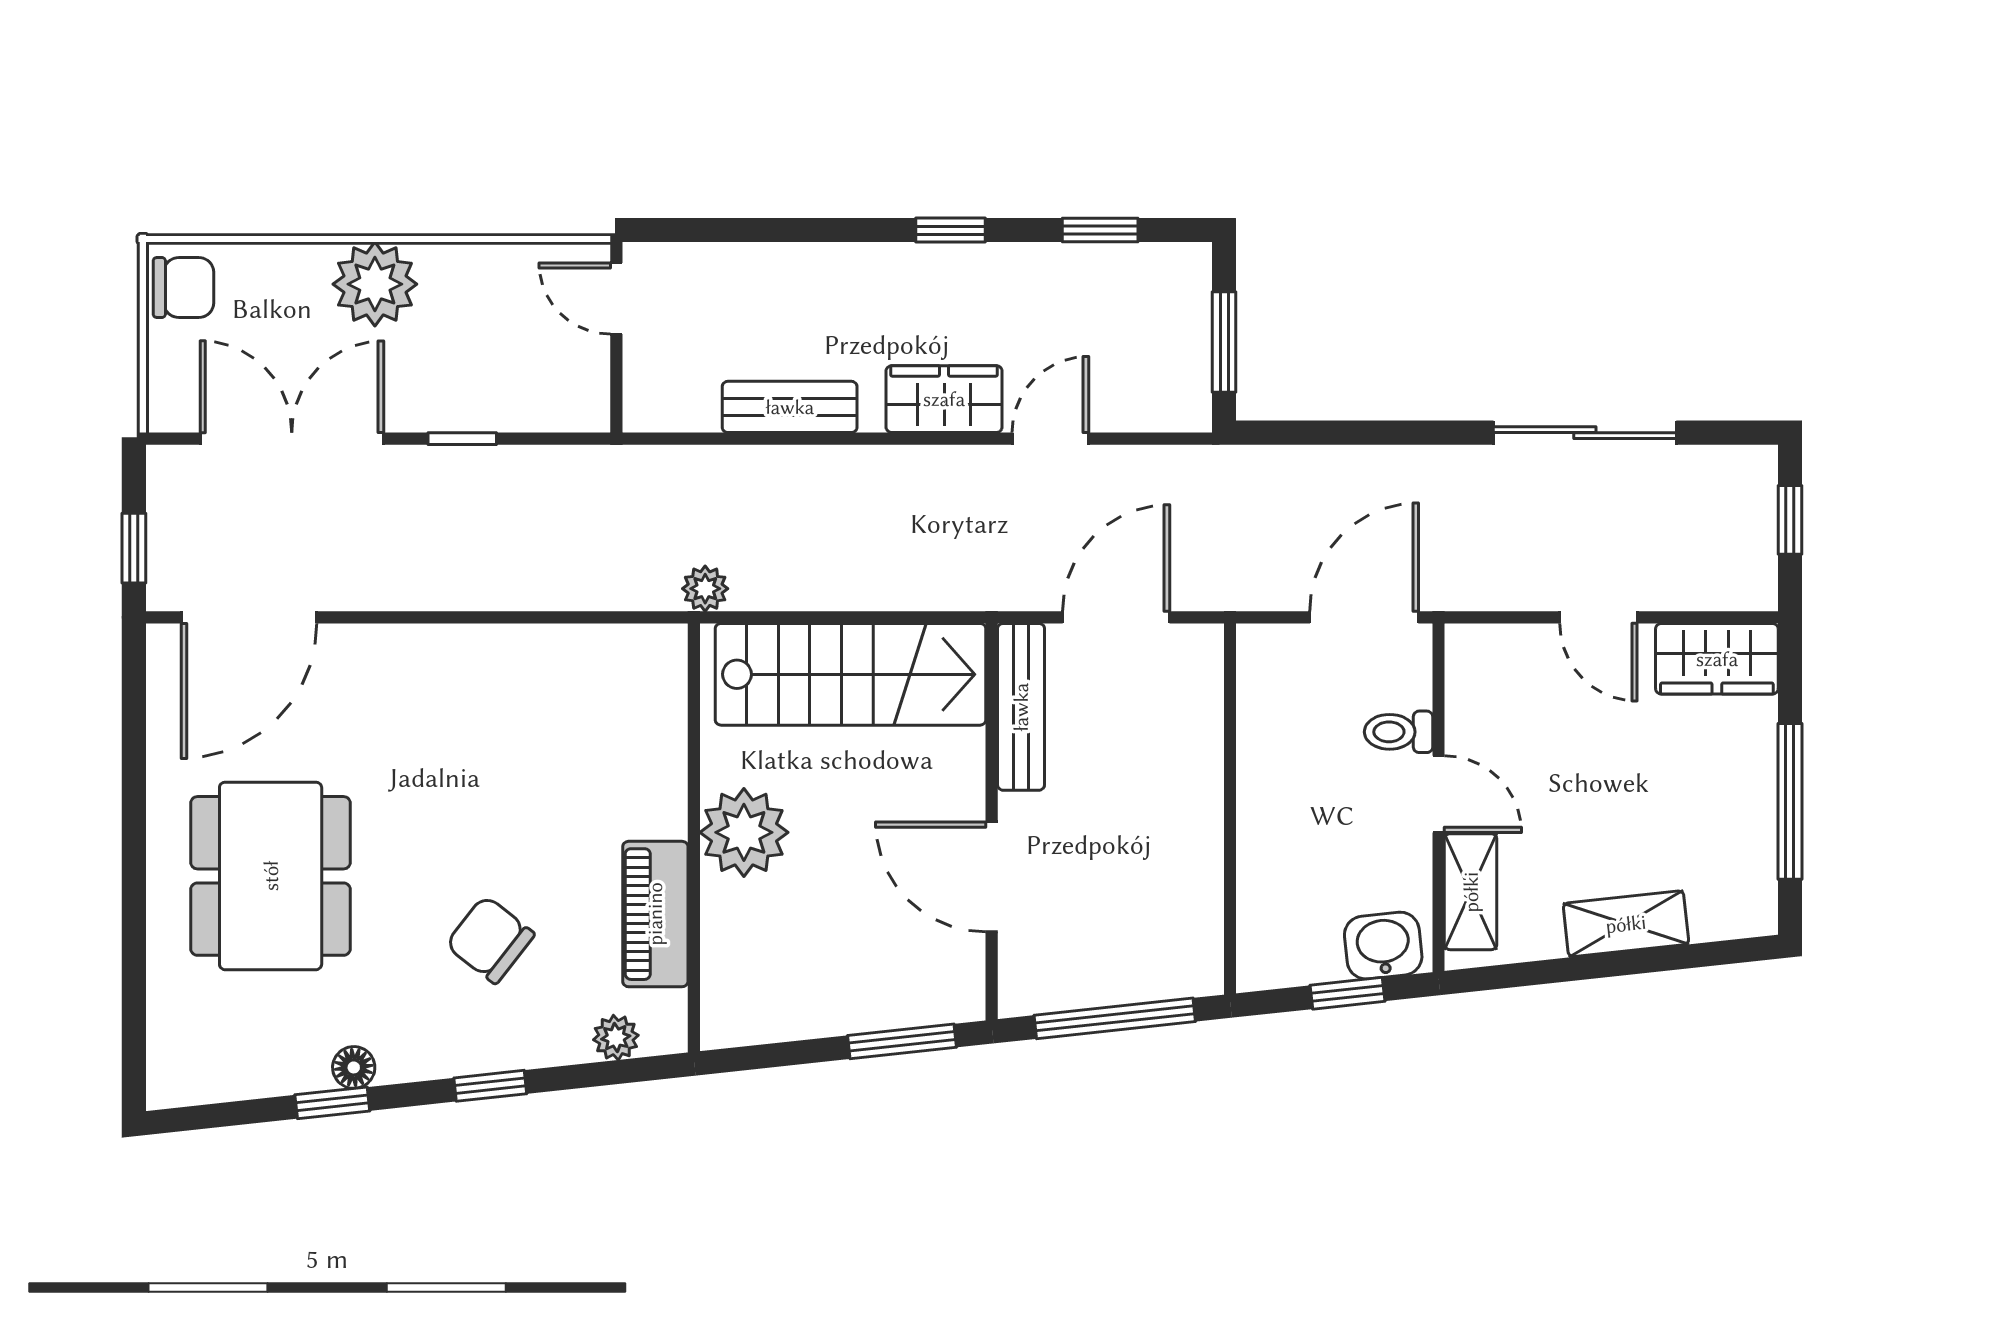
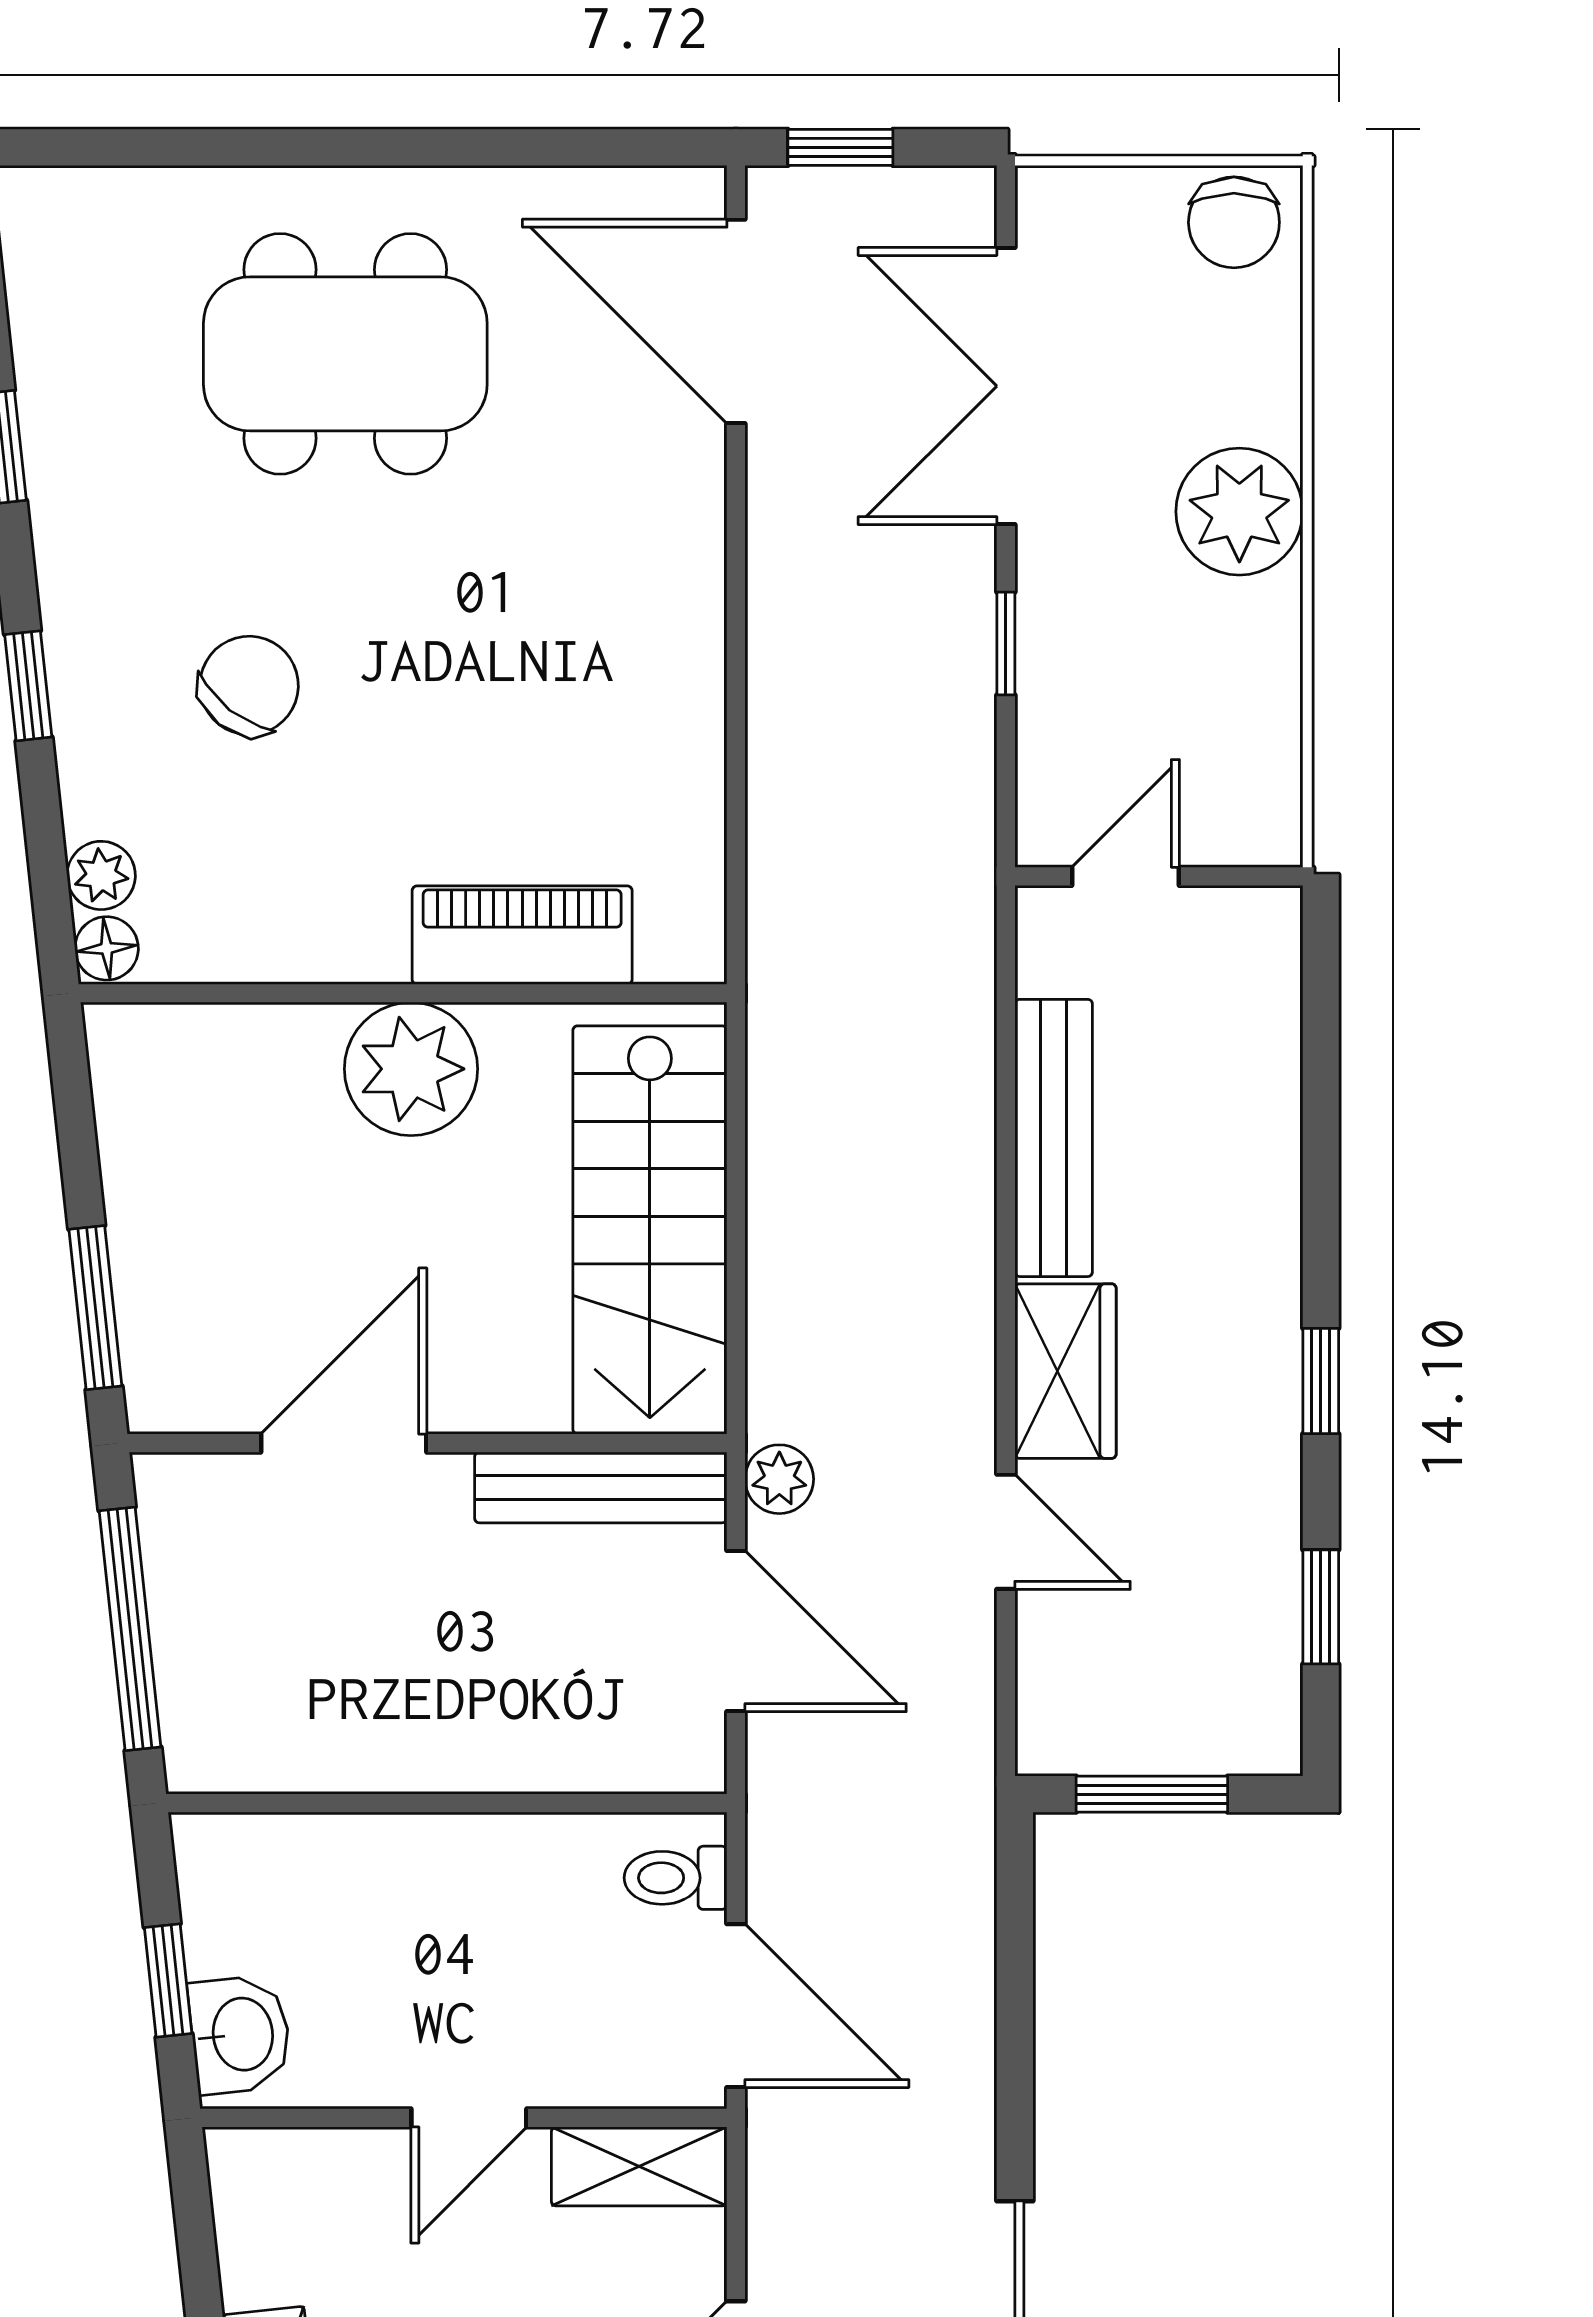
door: (616, 299) -> (1126, 876), moved
bench: (790, 407) -> (1054, 1138), width x1.36
double door: (292, 439) -> (1006, 386), swing flipped
plant: (705, 589) -> (779, 1479), moved
toilet: (1398, 732) -> (675, 1878), moved, turned -90
shelving: (1471, 892) -> (639, 2166), moved
piano: (655, 914) -> (522, 935), moved
floor lamp: (354, 1067) -> (107, 948), moved

